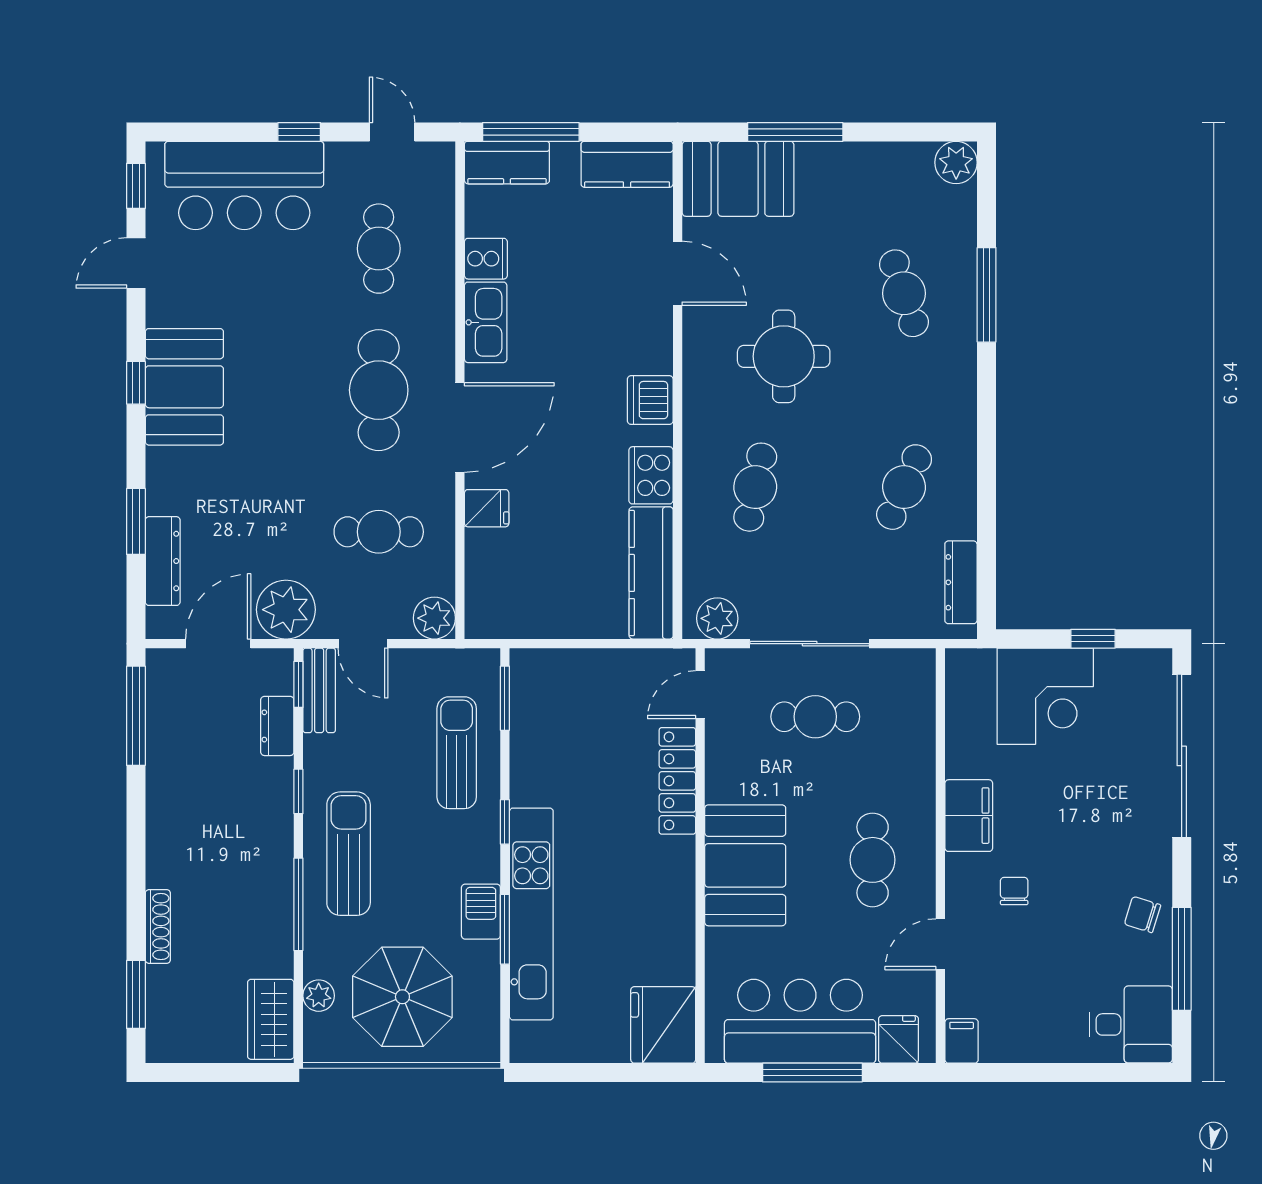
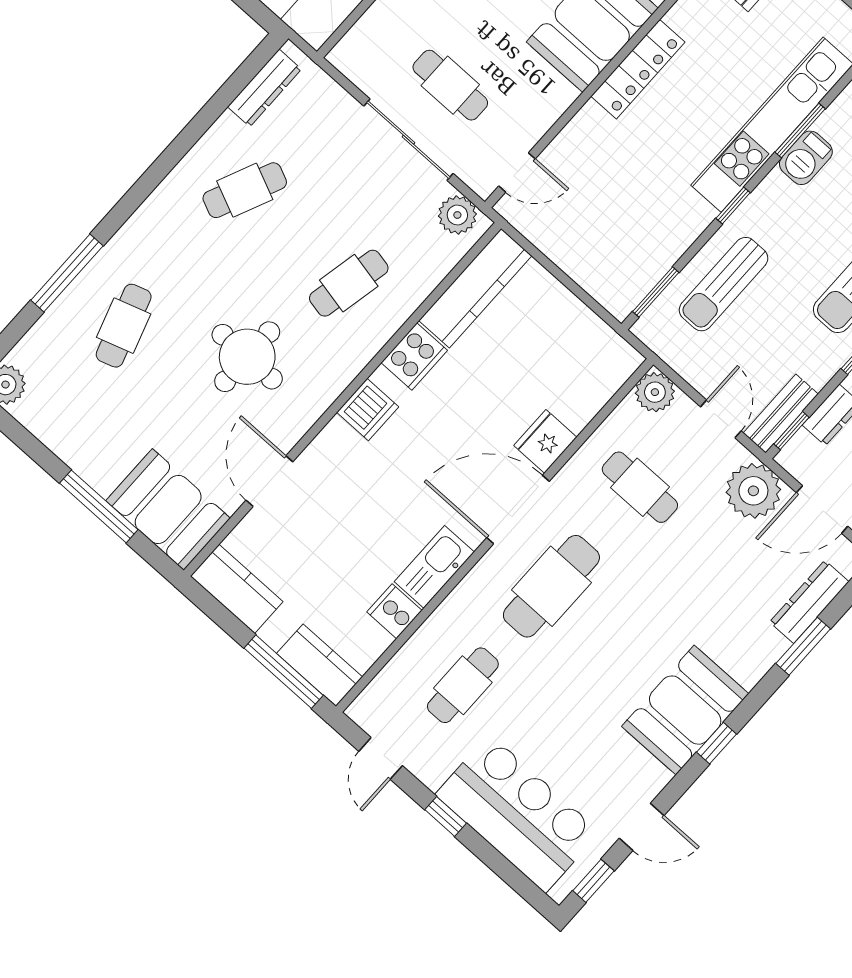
fridge: (487, 508) -> (545, 441), width x1.38
locker: (677, 781) -> (638, 69), moved

